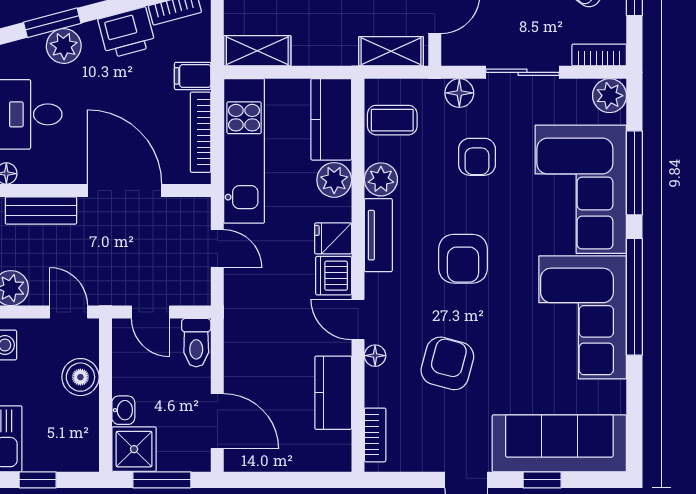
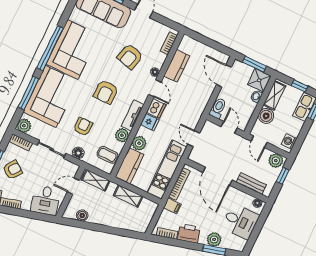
shelving: (257, 51) -> (128, 196), moved
armchair: (463, 259) -> (106, 92), turned 180
shelving: (84, 432) -> (274, 95), added

